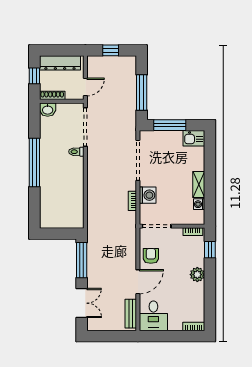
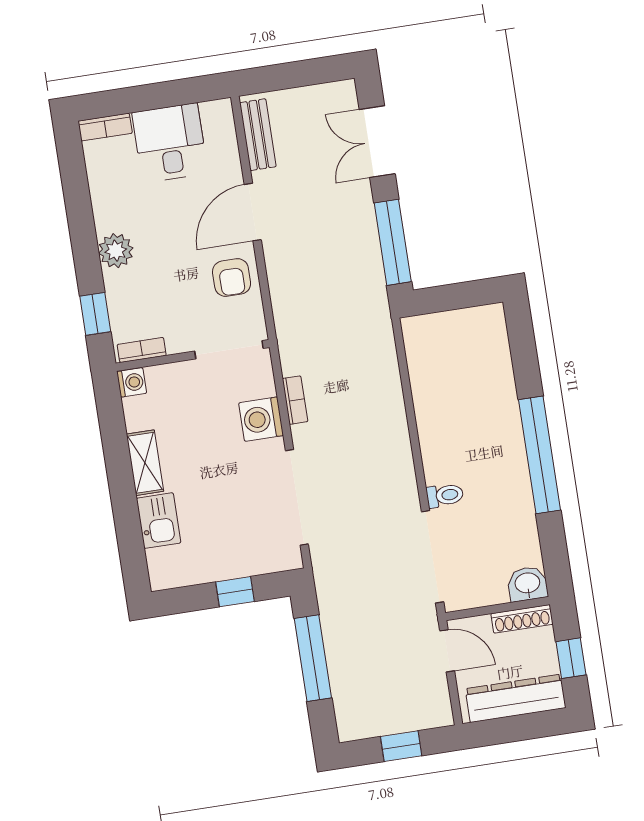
door: (85, 87) -> (447, 651), swing flipped
window: (170, 125) -> (235, 592), width x0.46
kitchen sink: (194, 138) -> (159, 521), moved, turned 90
washing machine: (199, 204) -> (132, 382), moved
desk: (153, 316) -> (170, 143), moved

